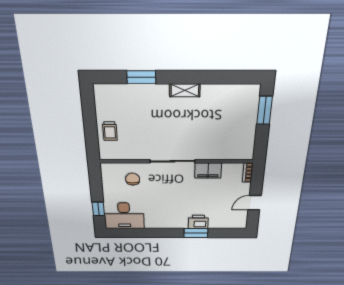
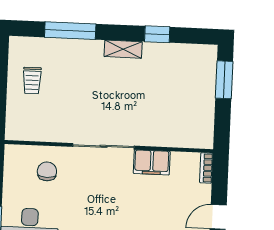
window: (141, 77) -> (70, 31), width x1.44
window: (212, 77) -> (157, 34), added
trolley: (110, 131) -> (32, 80), moved

